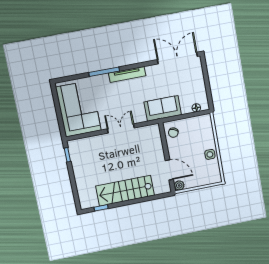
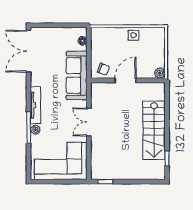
plant: (104, 79) -> (35, 130), added
sofa: (163, 108) -> (77, 75), width x1.36
door: (169, 170) -> (125, 80), moved

